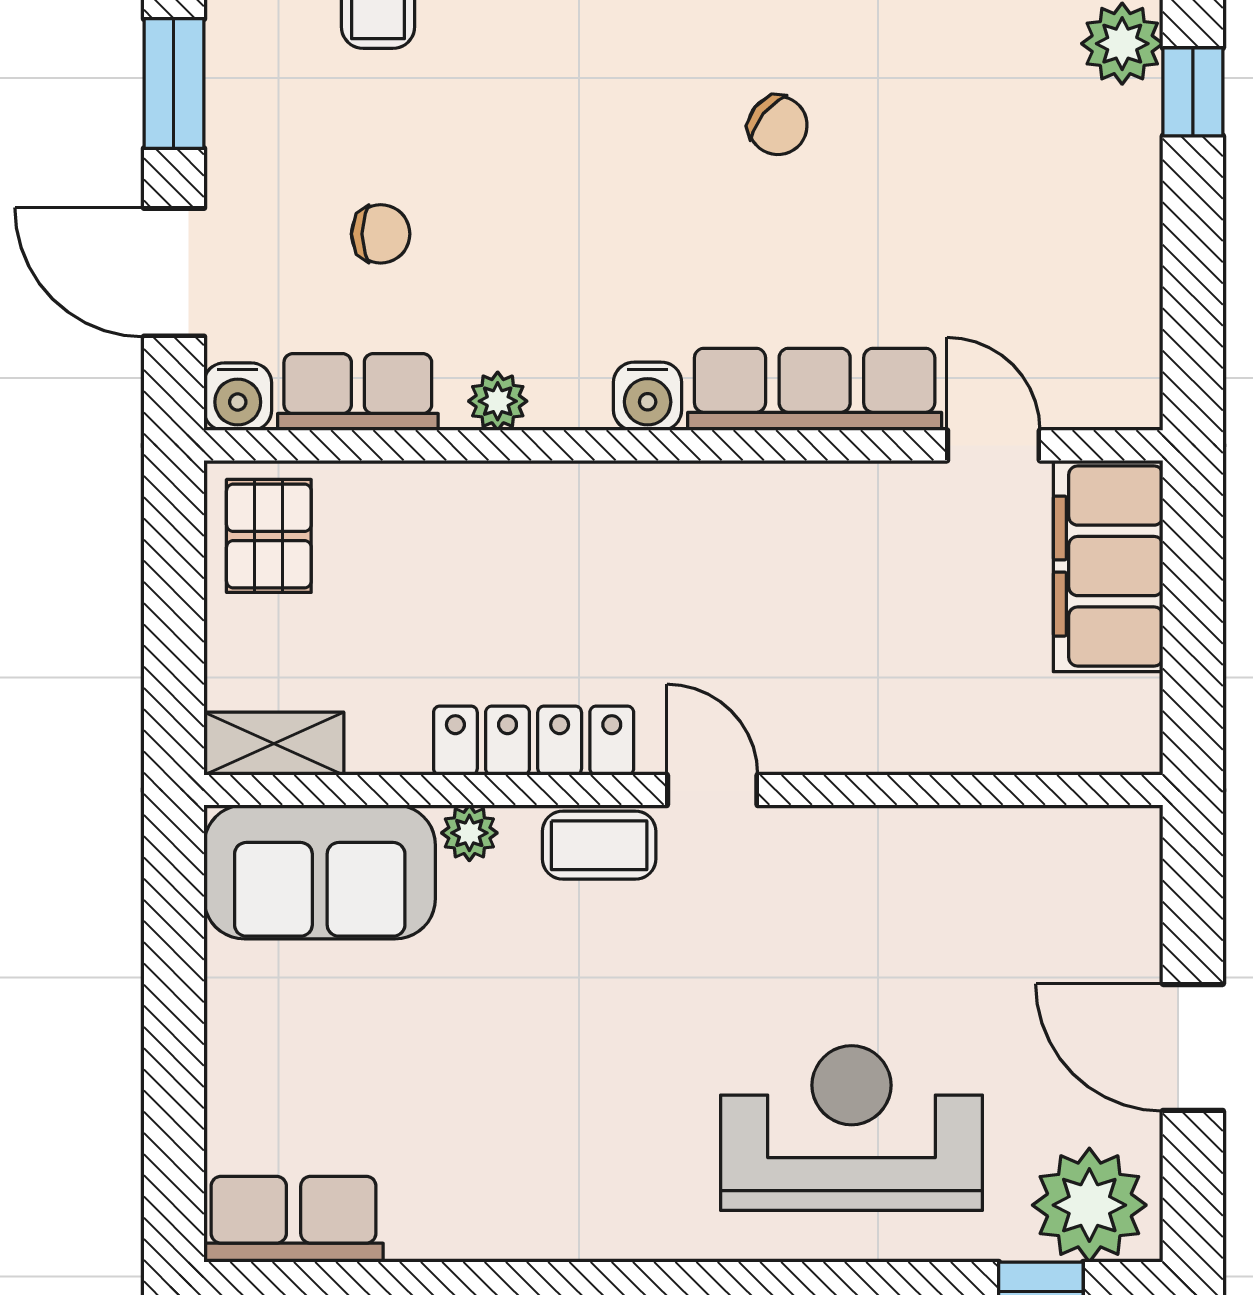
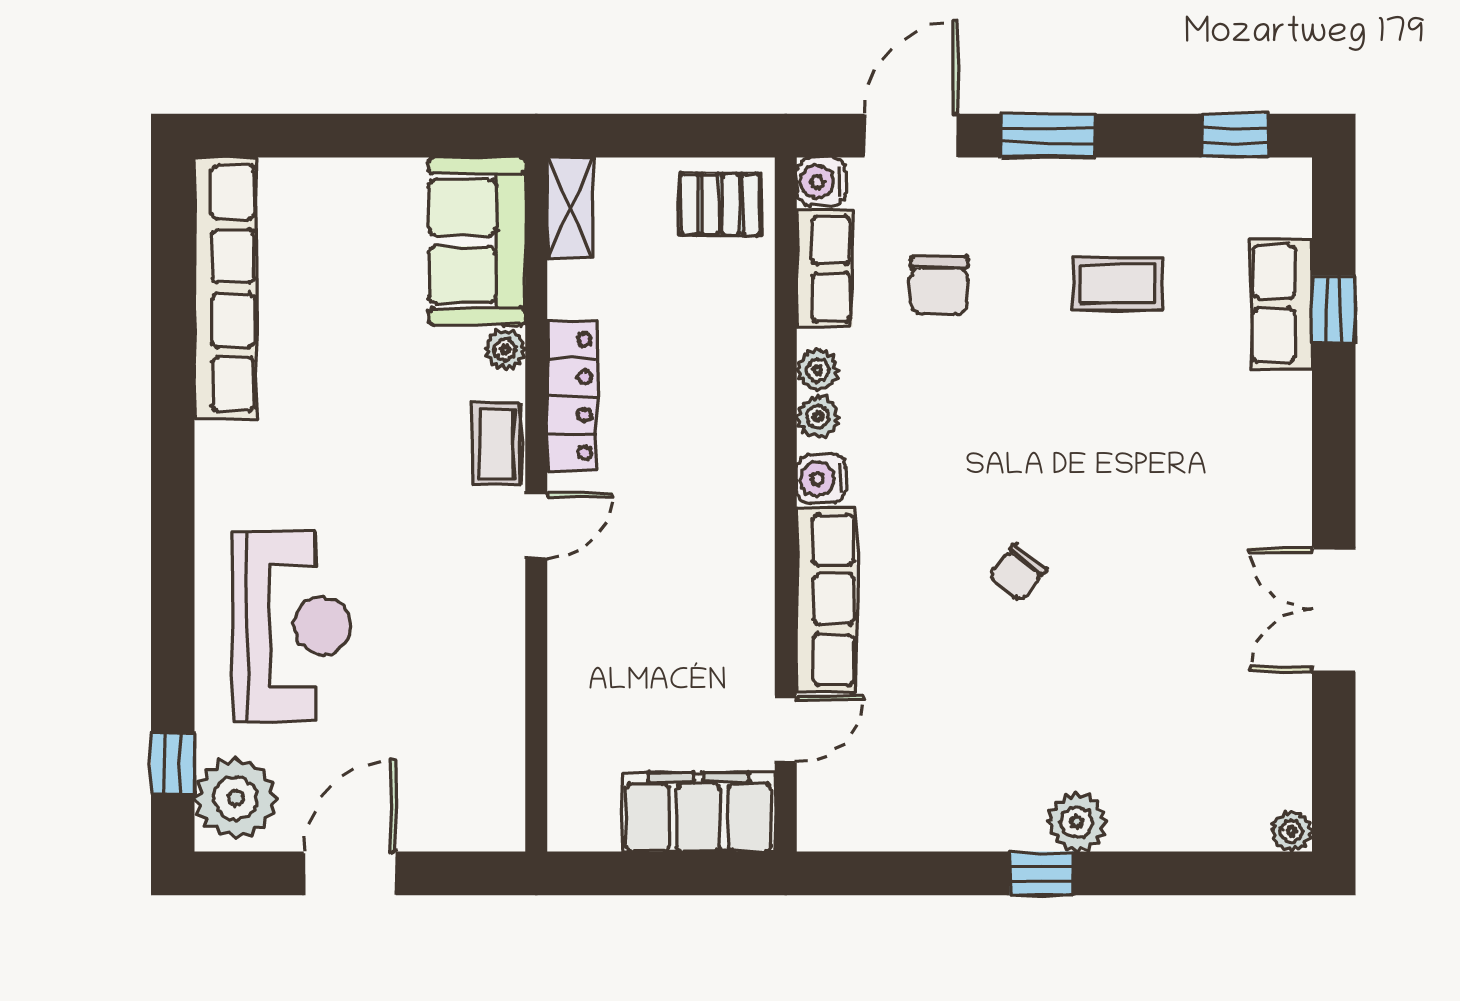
chair: (381, 234) -> (939, 285), width x1.37, depth x1.37
plant: (562, 401) -> (818, 417), added
row of seats: (294, 1219) -> (225, 288), width x2.02

